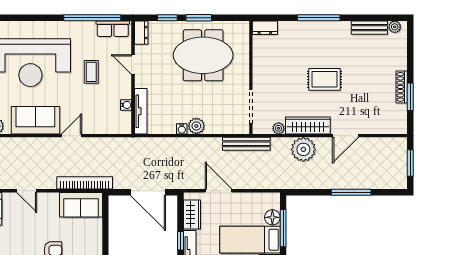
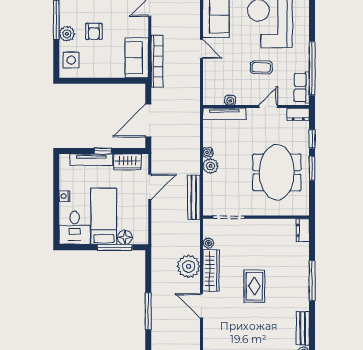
bench: (246, 144) -> (194, 197), moved

